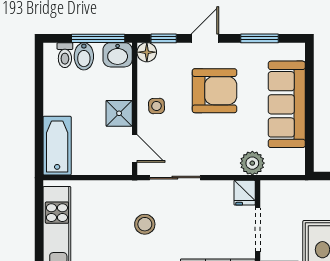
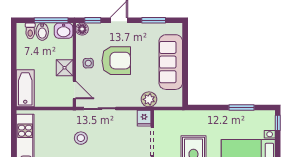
armchair: (214, 91) -> (116, 61), moved

